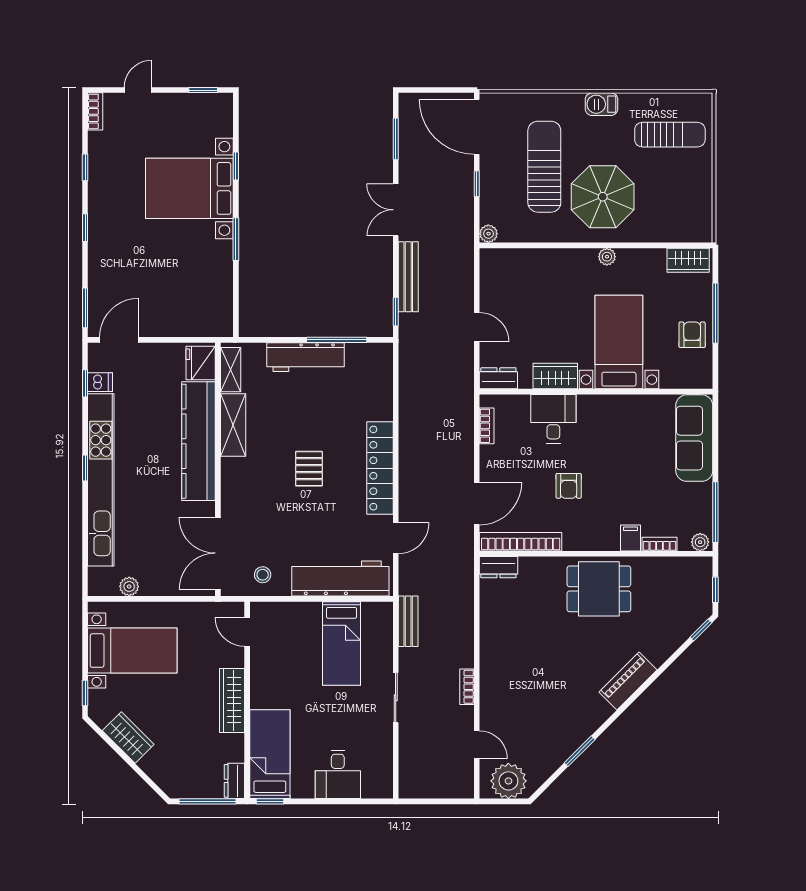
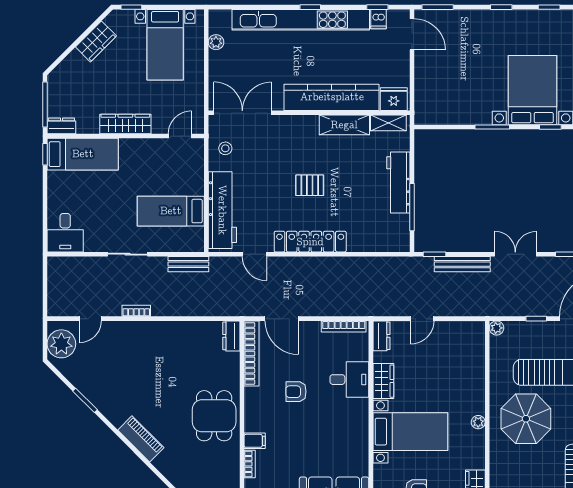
bookcase: (487, 426) -> (344, 326), width x1.56
desk: (338, 774) -> (65, 233), moved, turned -90

